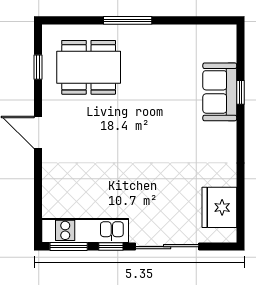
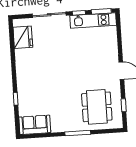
dining table: (89, 67) -> (97, 107), turned 90
sofa: (220, 92) -> (35, 125), moved, turned -90

